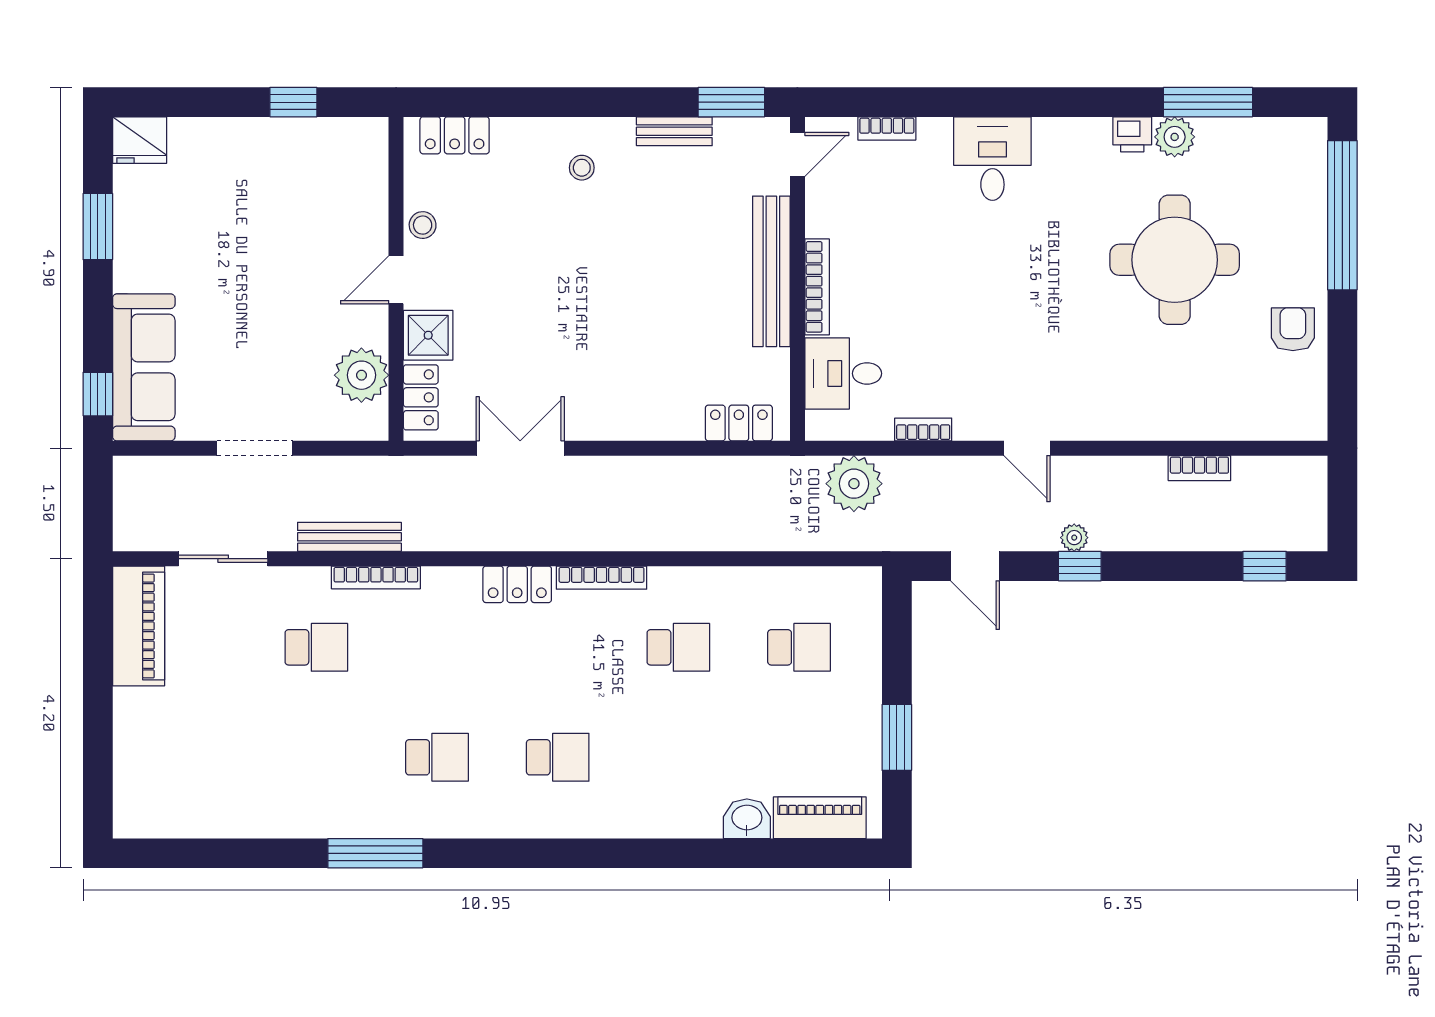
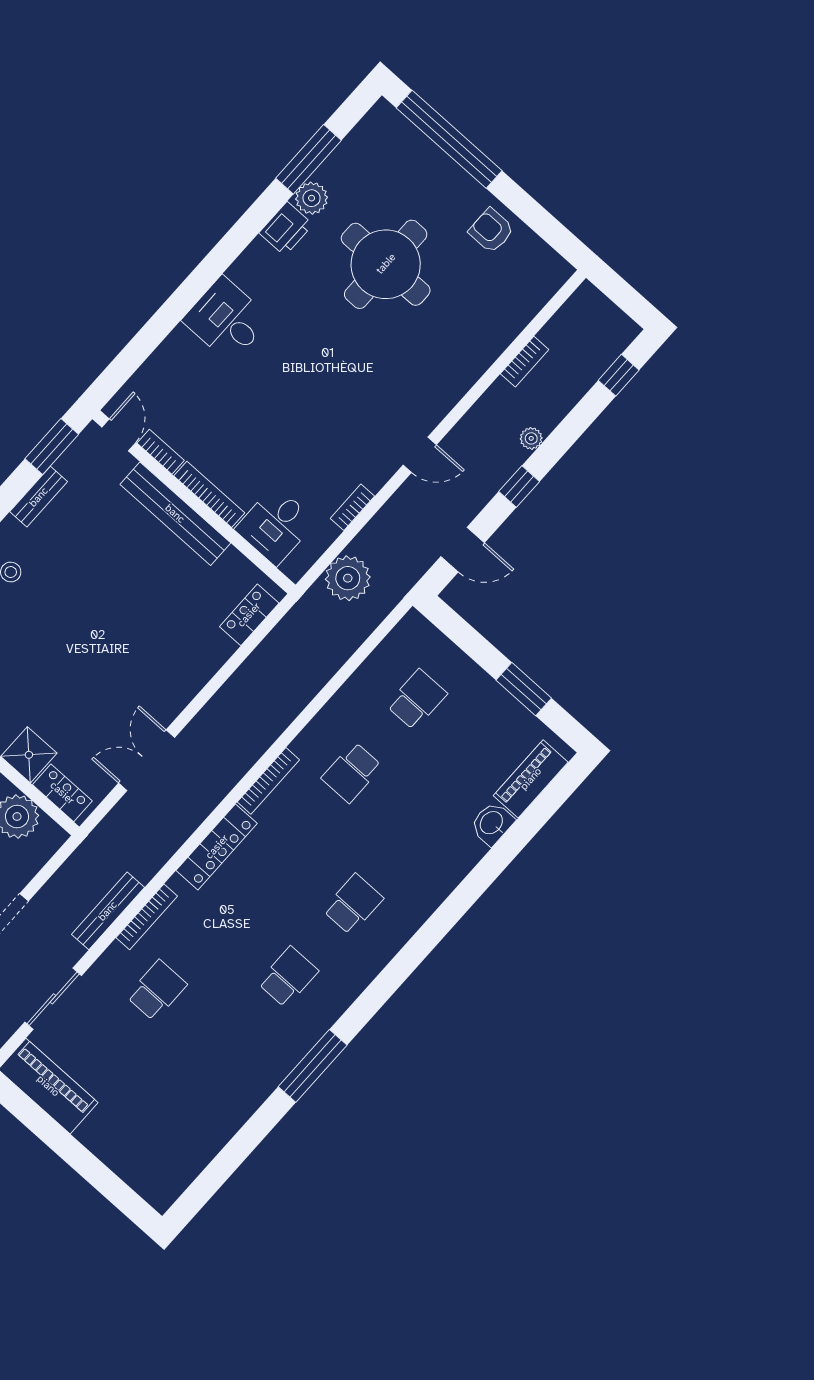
bookcase: (887, 128) -> (161, 452), moved, turned -90
printer: (1132, 134) -> (286, 229), width x1.36, depth x1.24
plant: (1074, 538) -> (531, 438), moved
locker: (517, 584) -> (217, 847), width x1.53
school desk: (678, 647) -> (352, 772), turned 180

